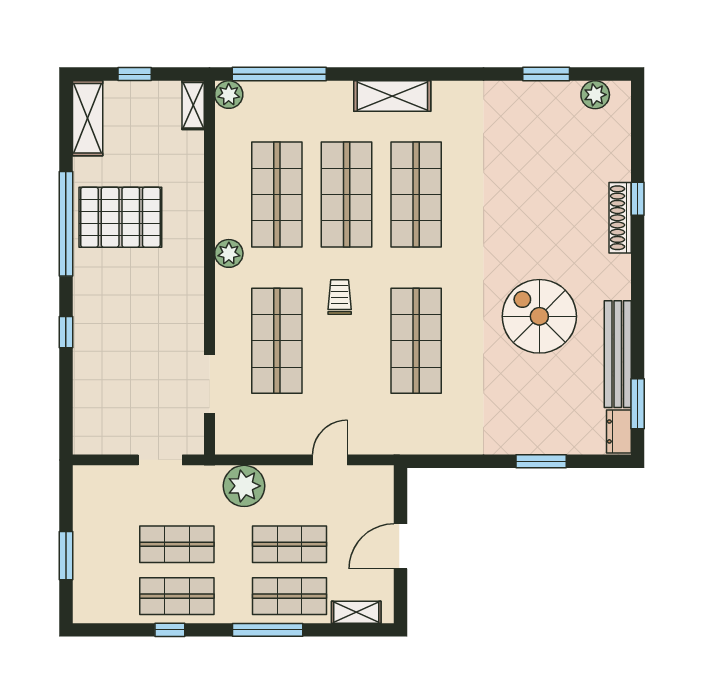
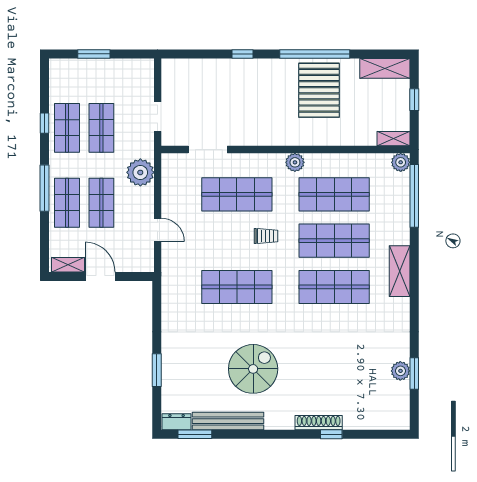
plant: (595, 95) -> (400, 371), moved
shelving: (356, 612) -> (68, 265), moved, turned 90

